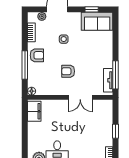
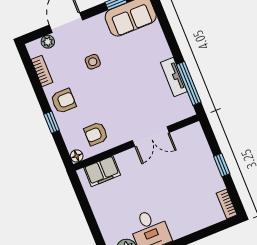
window: (25, 65) -> (52, 122), width x0.46
armchair: (68, 71) -> (96, 134), moved
tv unit: (108, 80) -> (174, 77), moved
filing cabinet: (34, 111) -> (102, 171), moved, turned 90

